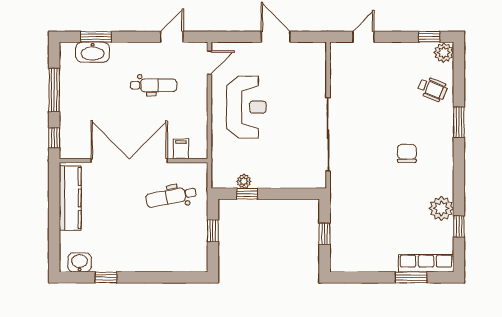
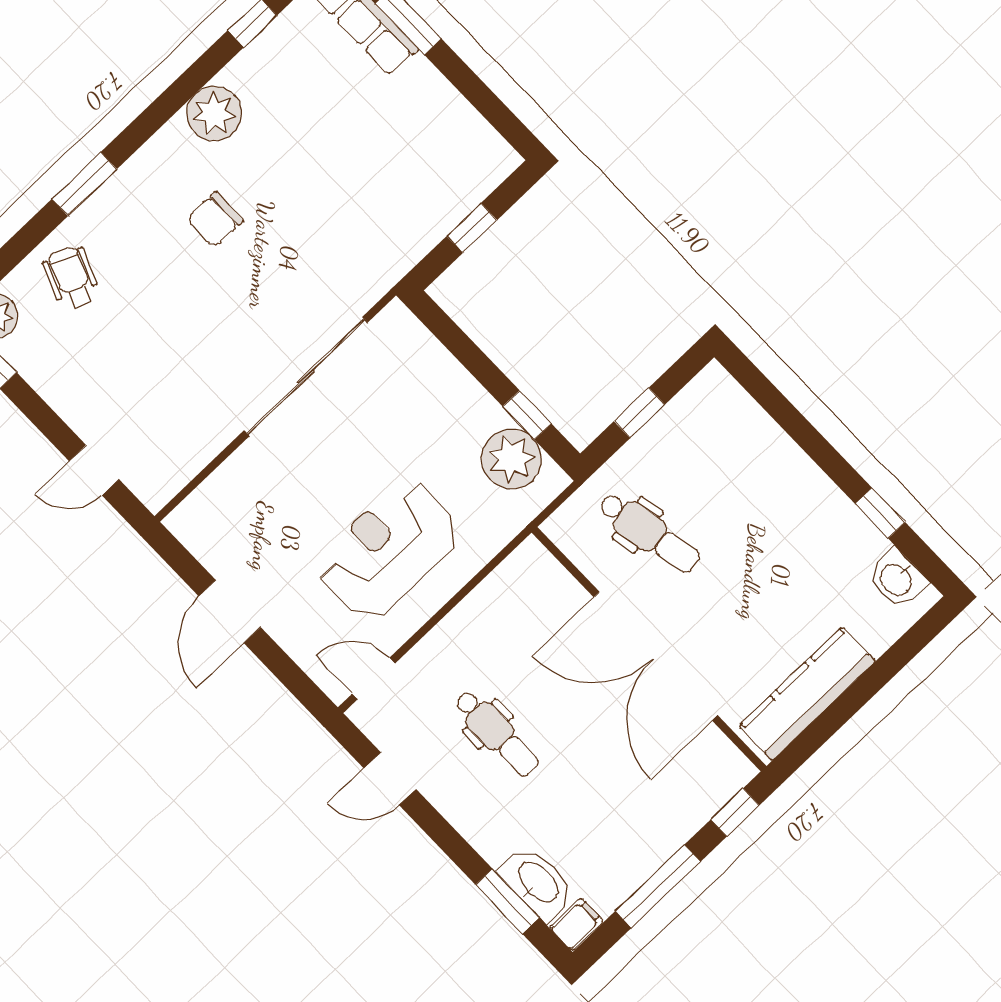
dental chair: (154, 85) -> (497, 733), turned 180
filing cabinet: (181, 149) -> (576, 924), moved, turned 180
plant: (244, 181) -> (512, 459), width x1.88, depth x1.88
plant: (441, 208) -> (214, 113), moved

